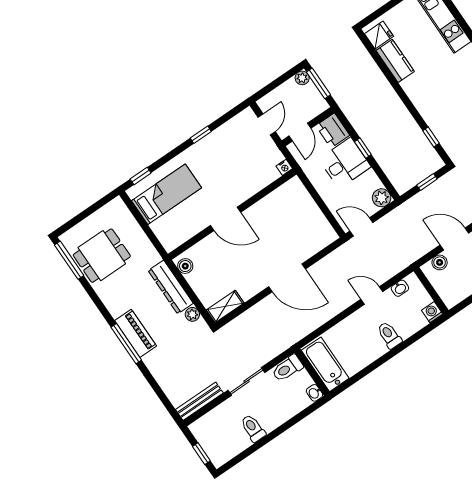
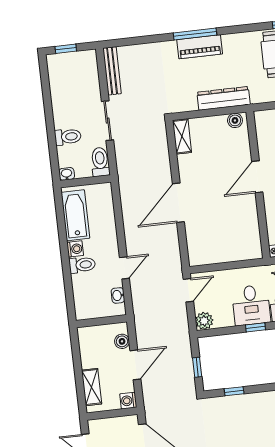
washing machine: (432, 312) -> (75, 249), moved
plant: (192, 314) -> (190, 104), removed
bathtub: (325, 364) -> (75, 215), moved, turned -90
toilet: (253, 428) -> (68, 137), moved

